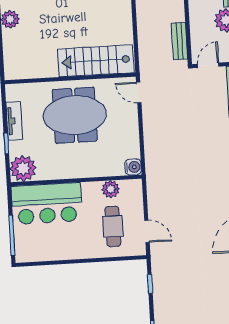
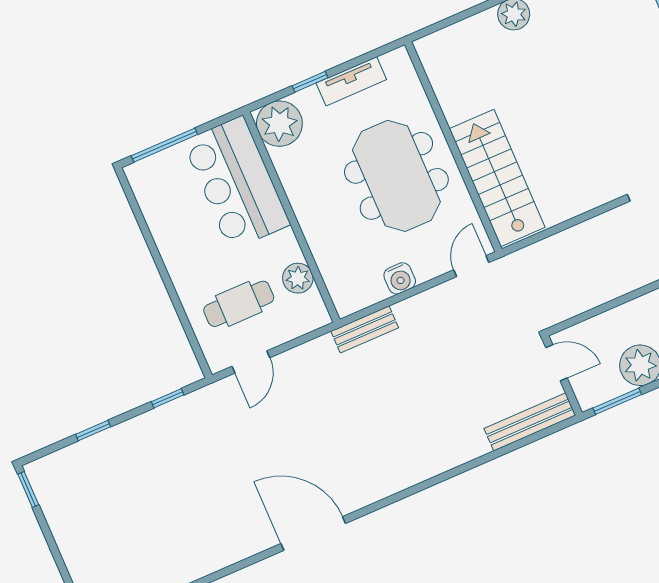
bench: (179, 41) -> (365, 329), moved
water cooler: (133, 167) -> (400, 278), moved

